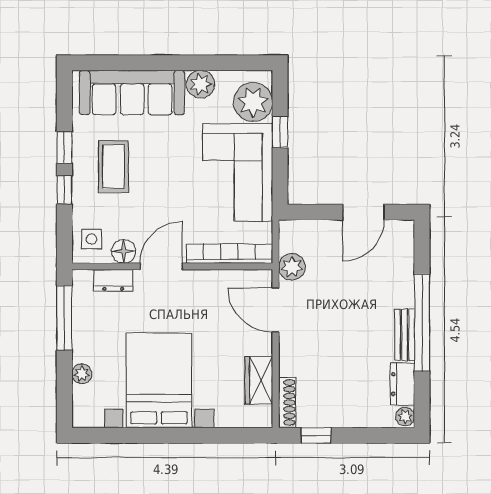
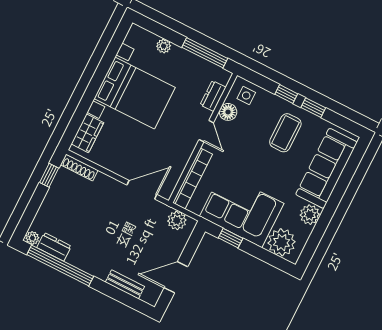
window: (280, 132) -> (231, 238), moved
coffee table: (113, 166) -> (285, 133), turned 90
door: (363, 212) -> (176, 277), hinge flipped
door: (161, 266) -> (206, 131), width x0.73
plant: (292, 267) -> (177, 220), moved
window: (422, 323) -> (60, 265), moved
bench: (405, 335) -> (125, 284), moved
wardrobe: (259, 380) -> (87, 133), moved, turned 90

